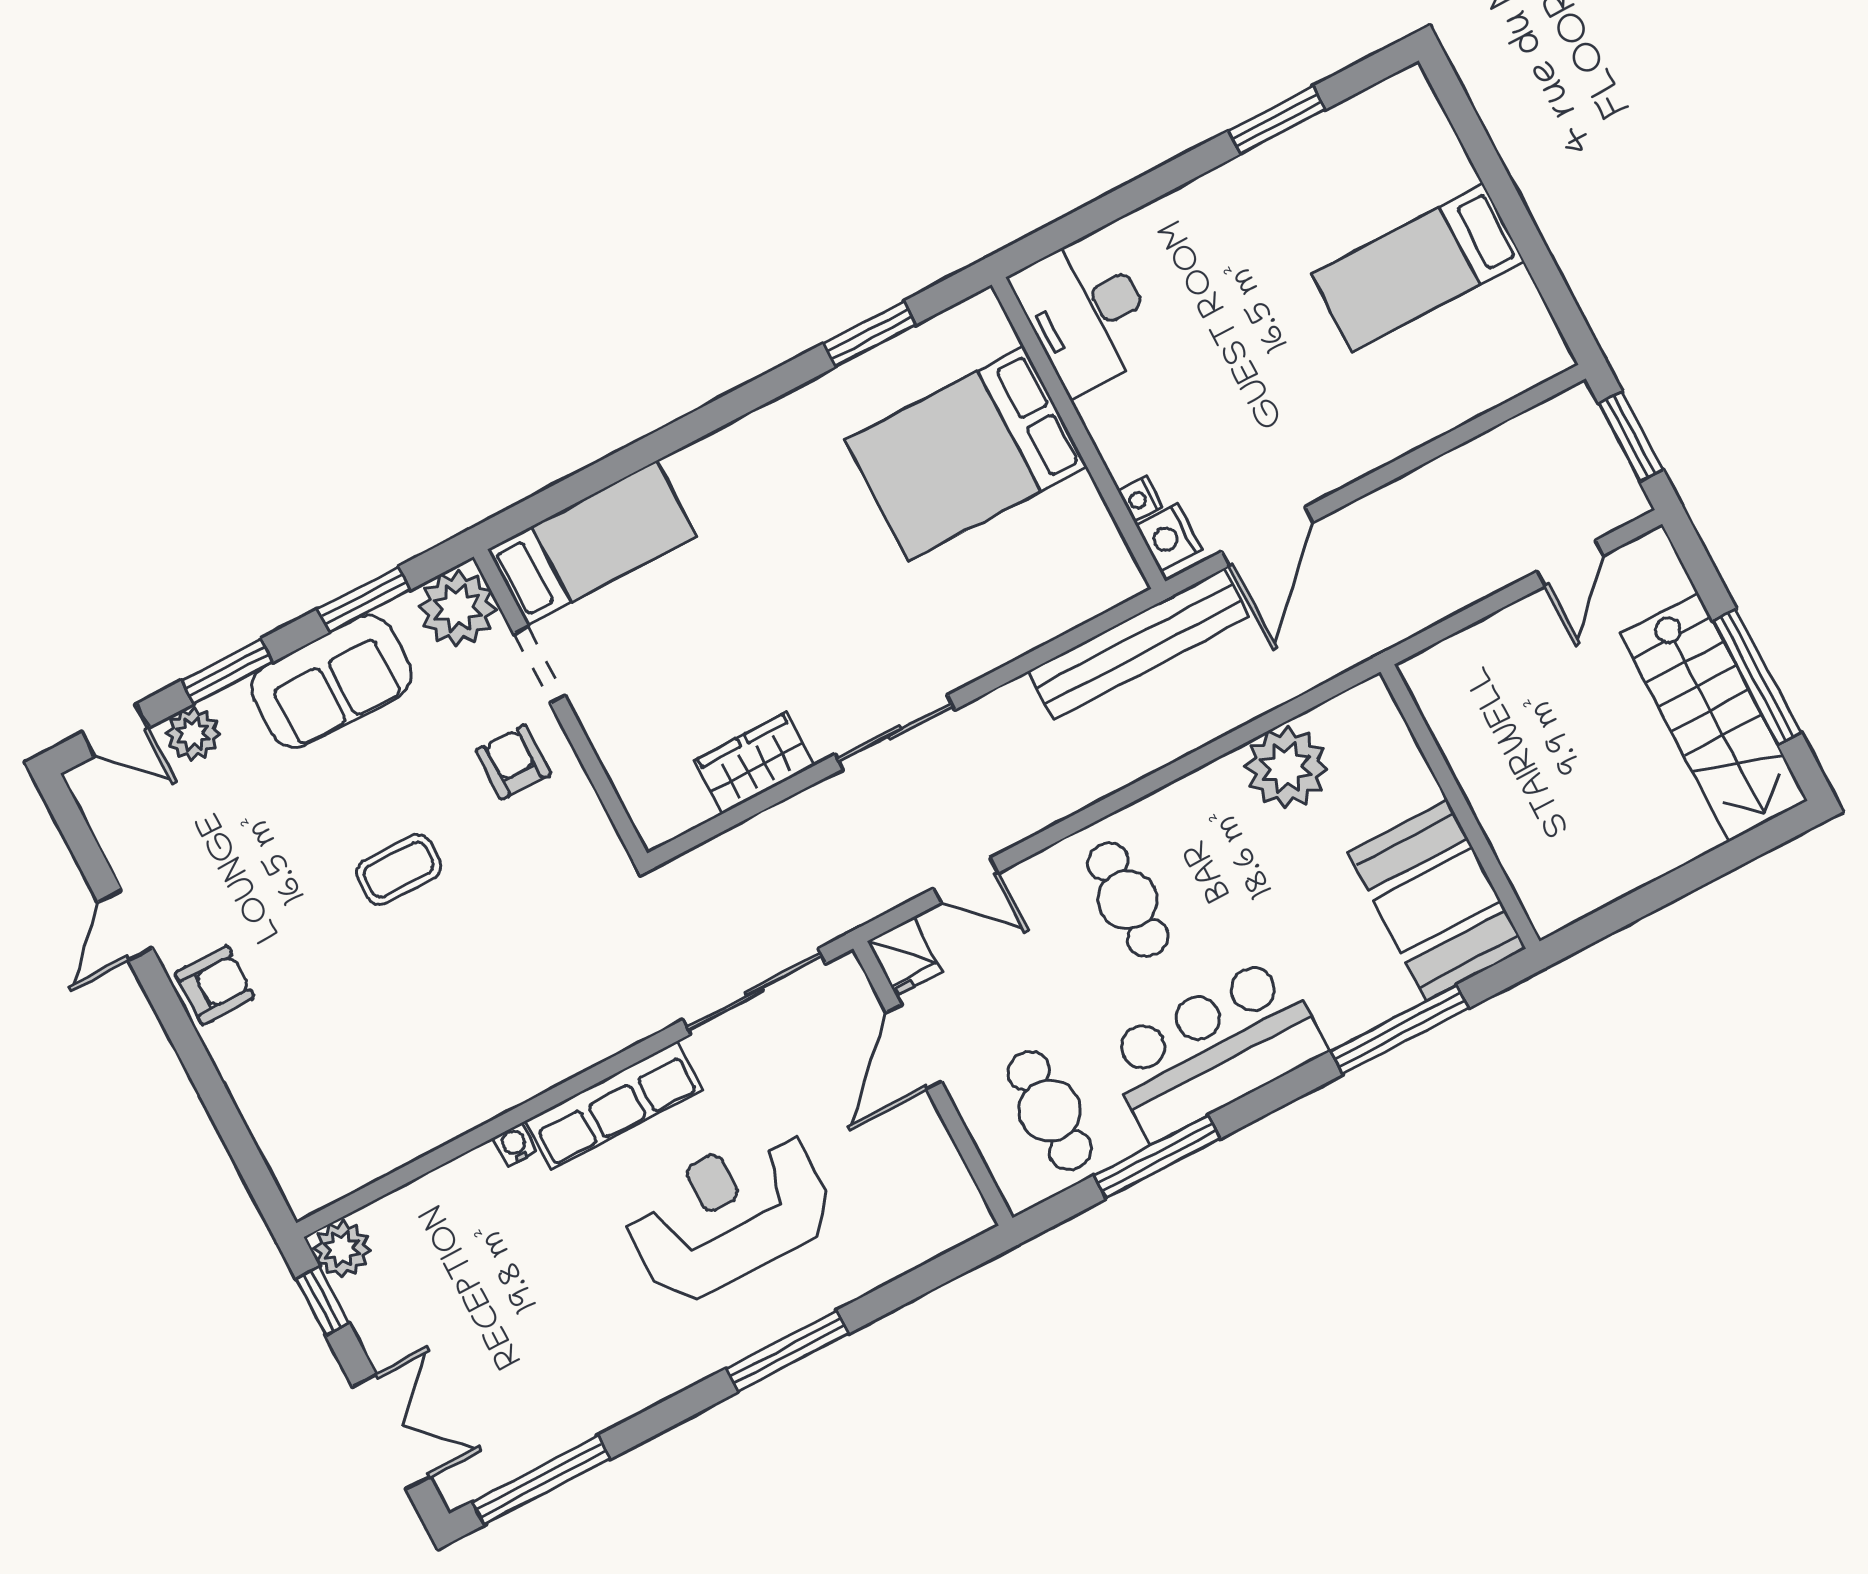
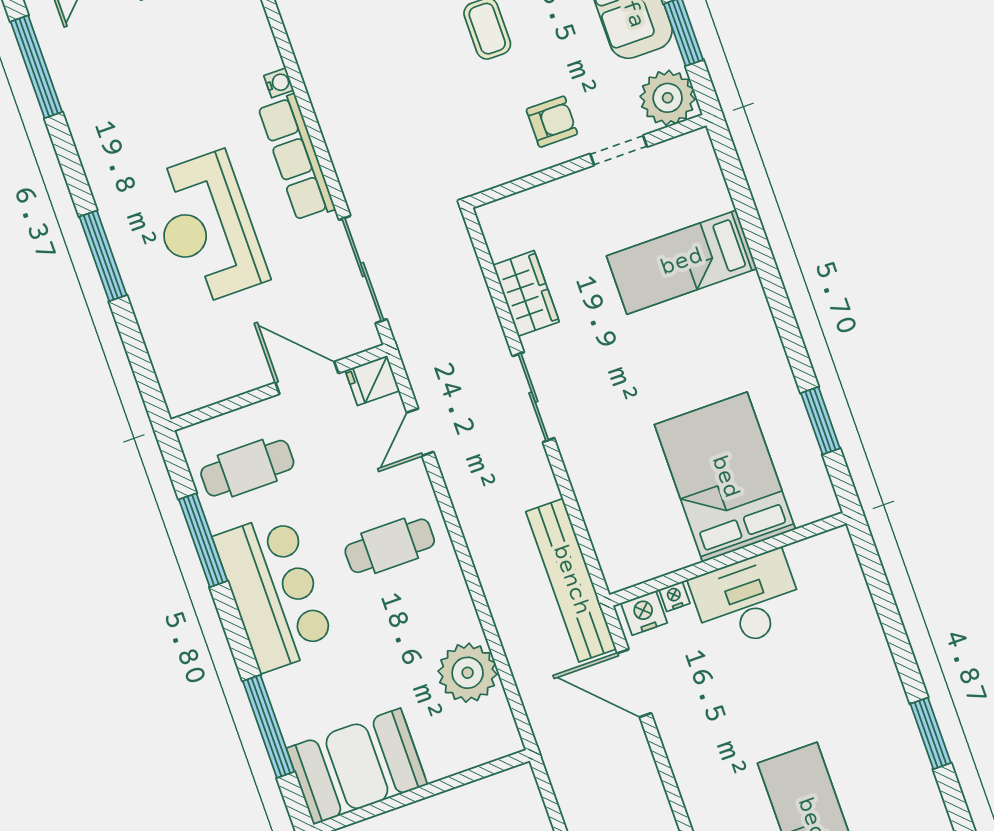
desk: (1086, 313) -> (747, 600), moved
bed: (592, 543) -> (682, 262), moved, turned 90
reception desk: (729, 1214) -> (207, 228), turned 180

